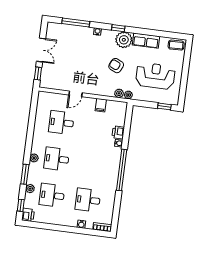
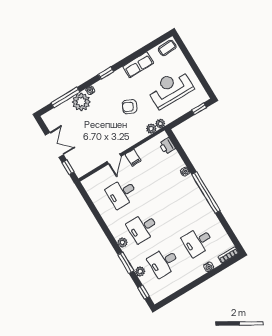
plant: (124, 40) -> (81, 102), moved
filing cabinet: (101, 105) -> (133, 158), moved
printer: (118, 132) -> (167, 146), moved
printer: (28, 215) -> (156, 295), removed

